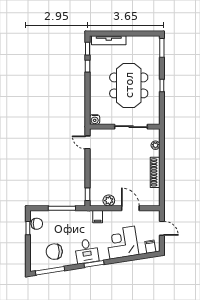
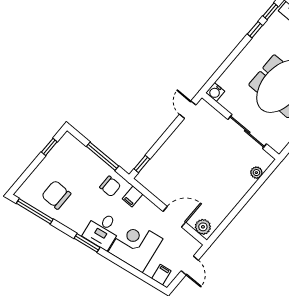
shoe rack: (155, 172) -> (232, 201), removed
plant: (109, 201) -> (203, 227), moved
door: (130, 208) -> (174, 217), hinge flipped
chair: (37, 224) -> (110, 186), moved
desk: (87, 251) -> (103, 230), moved

